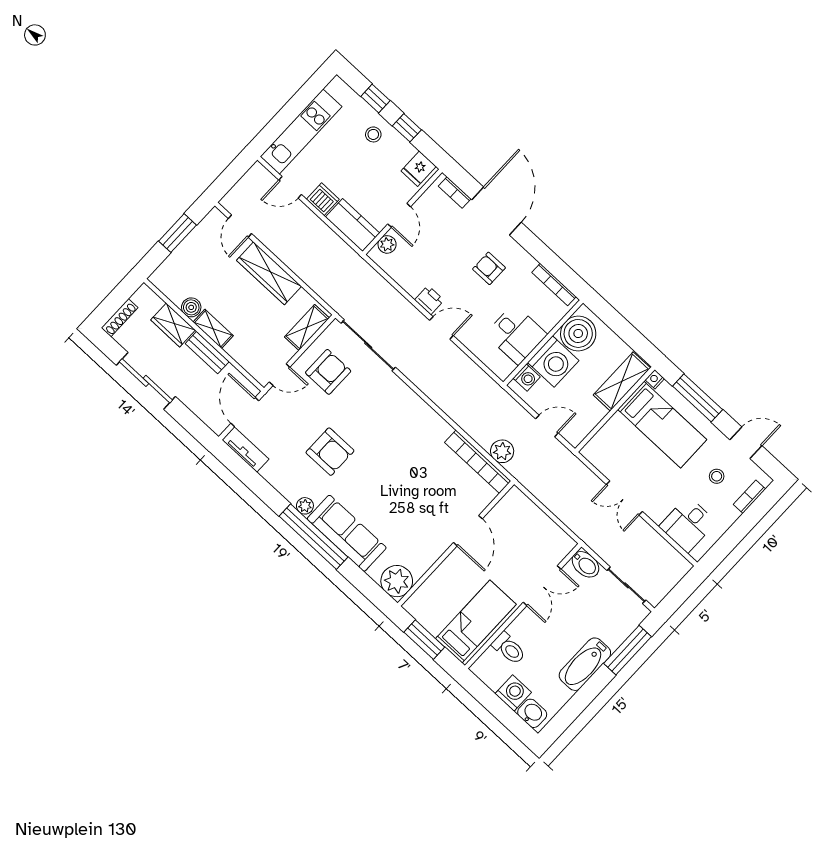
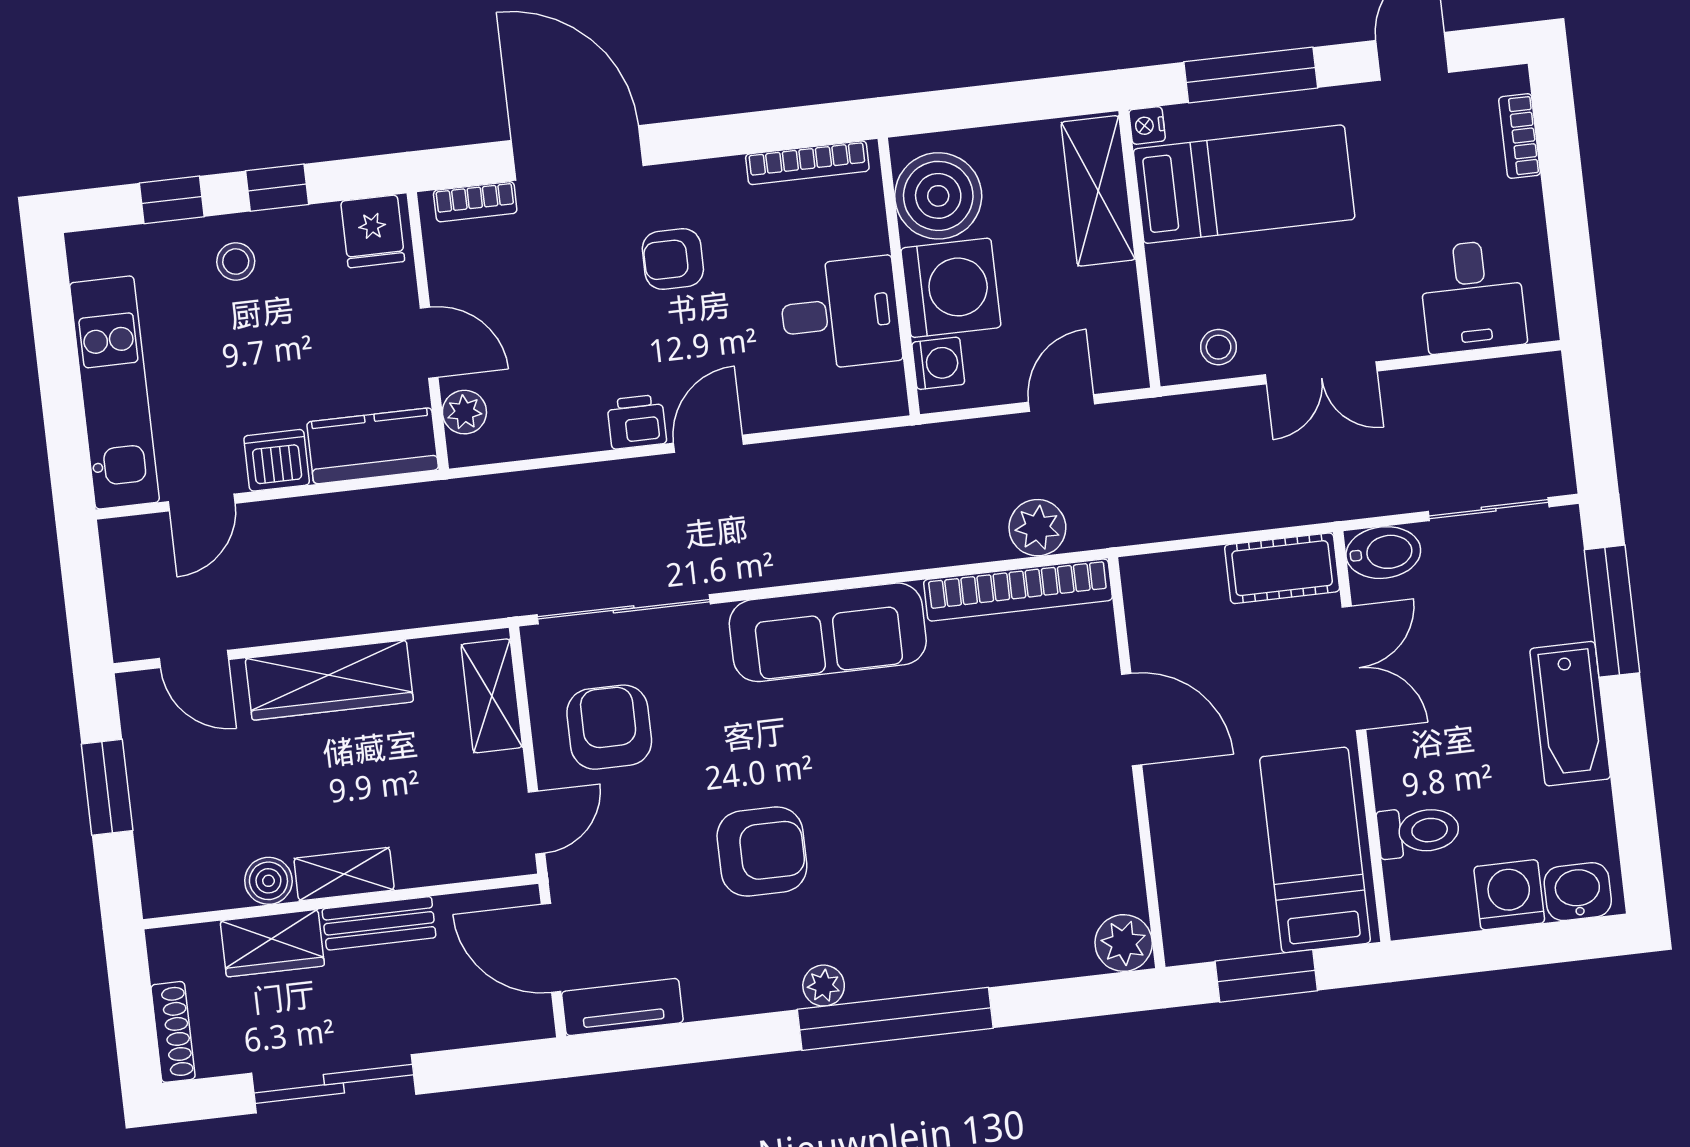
stool: (717, 476) -> (1219, 347), moved
sofa: (347, 533) -> (828, 632), moved, turned 180
cot: (554, 537) -> (1282, 568), added
plant: (397, 581) -> (1124, 943), width x0.73, depth x0.73

